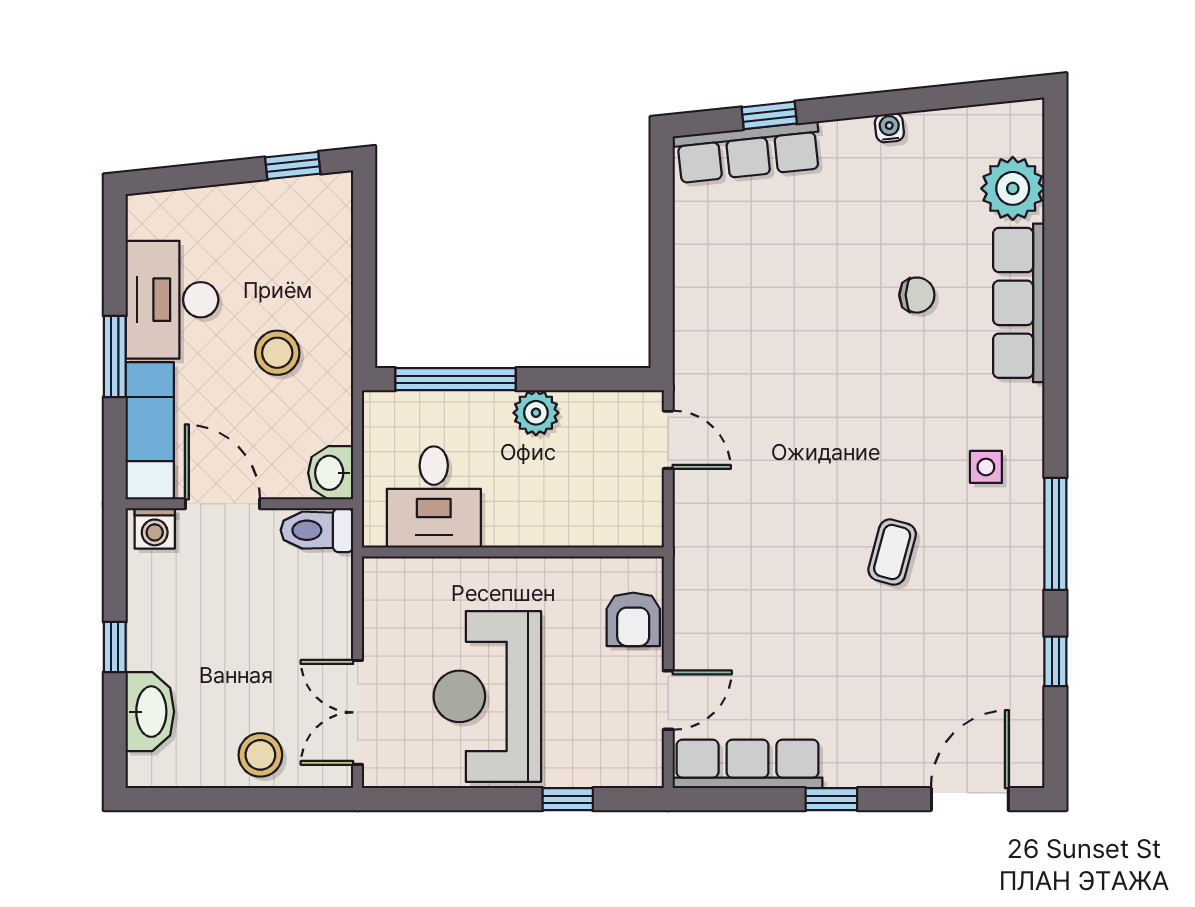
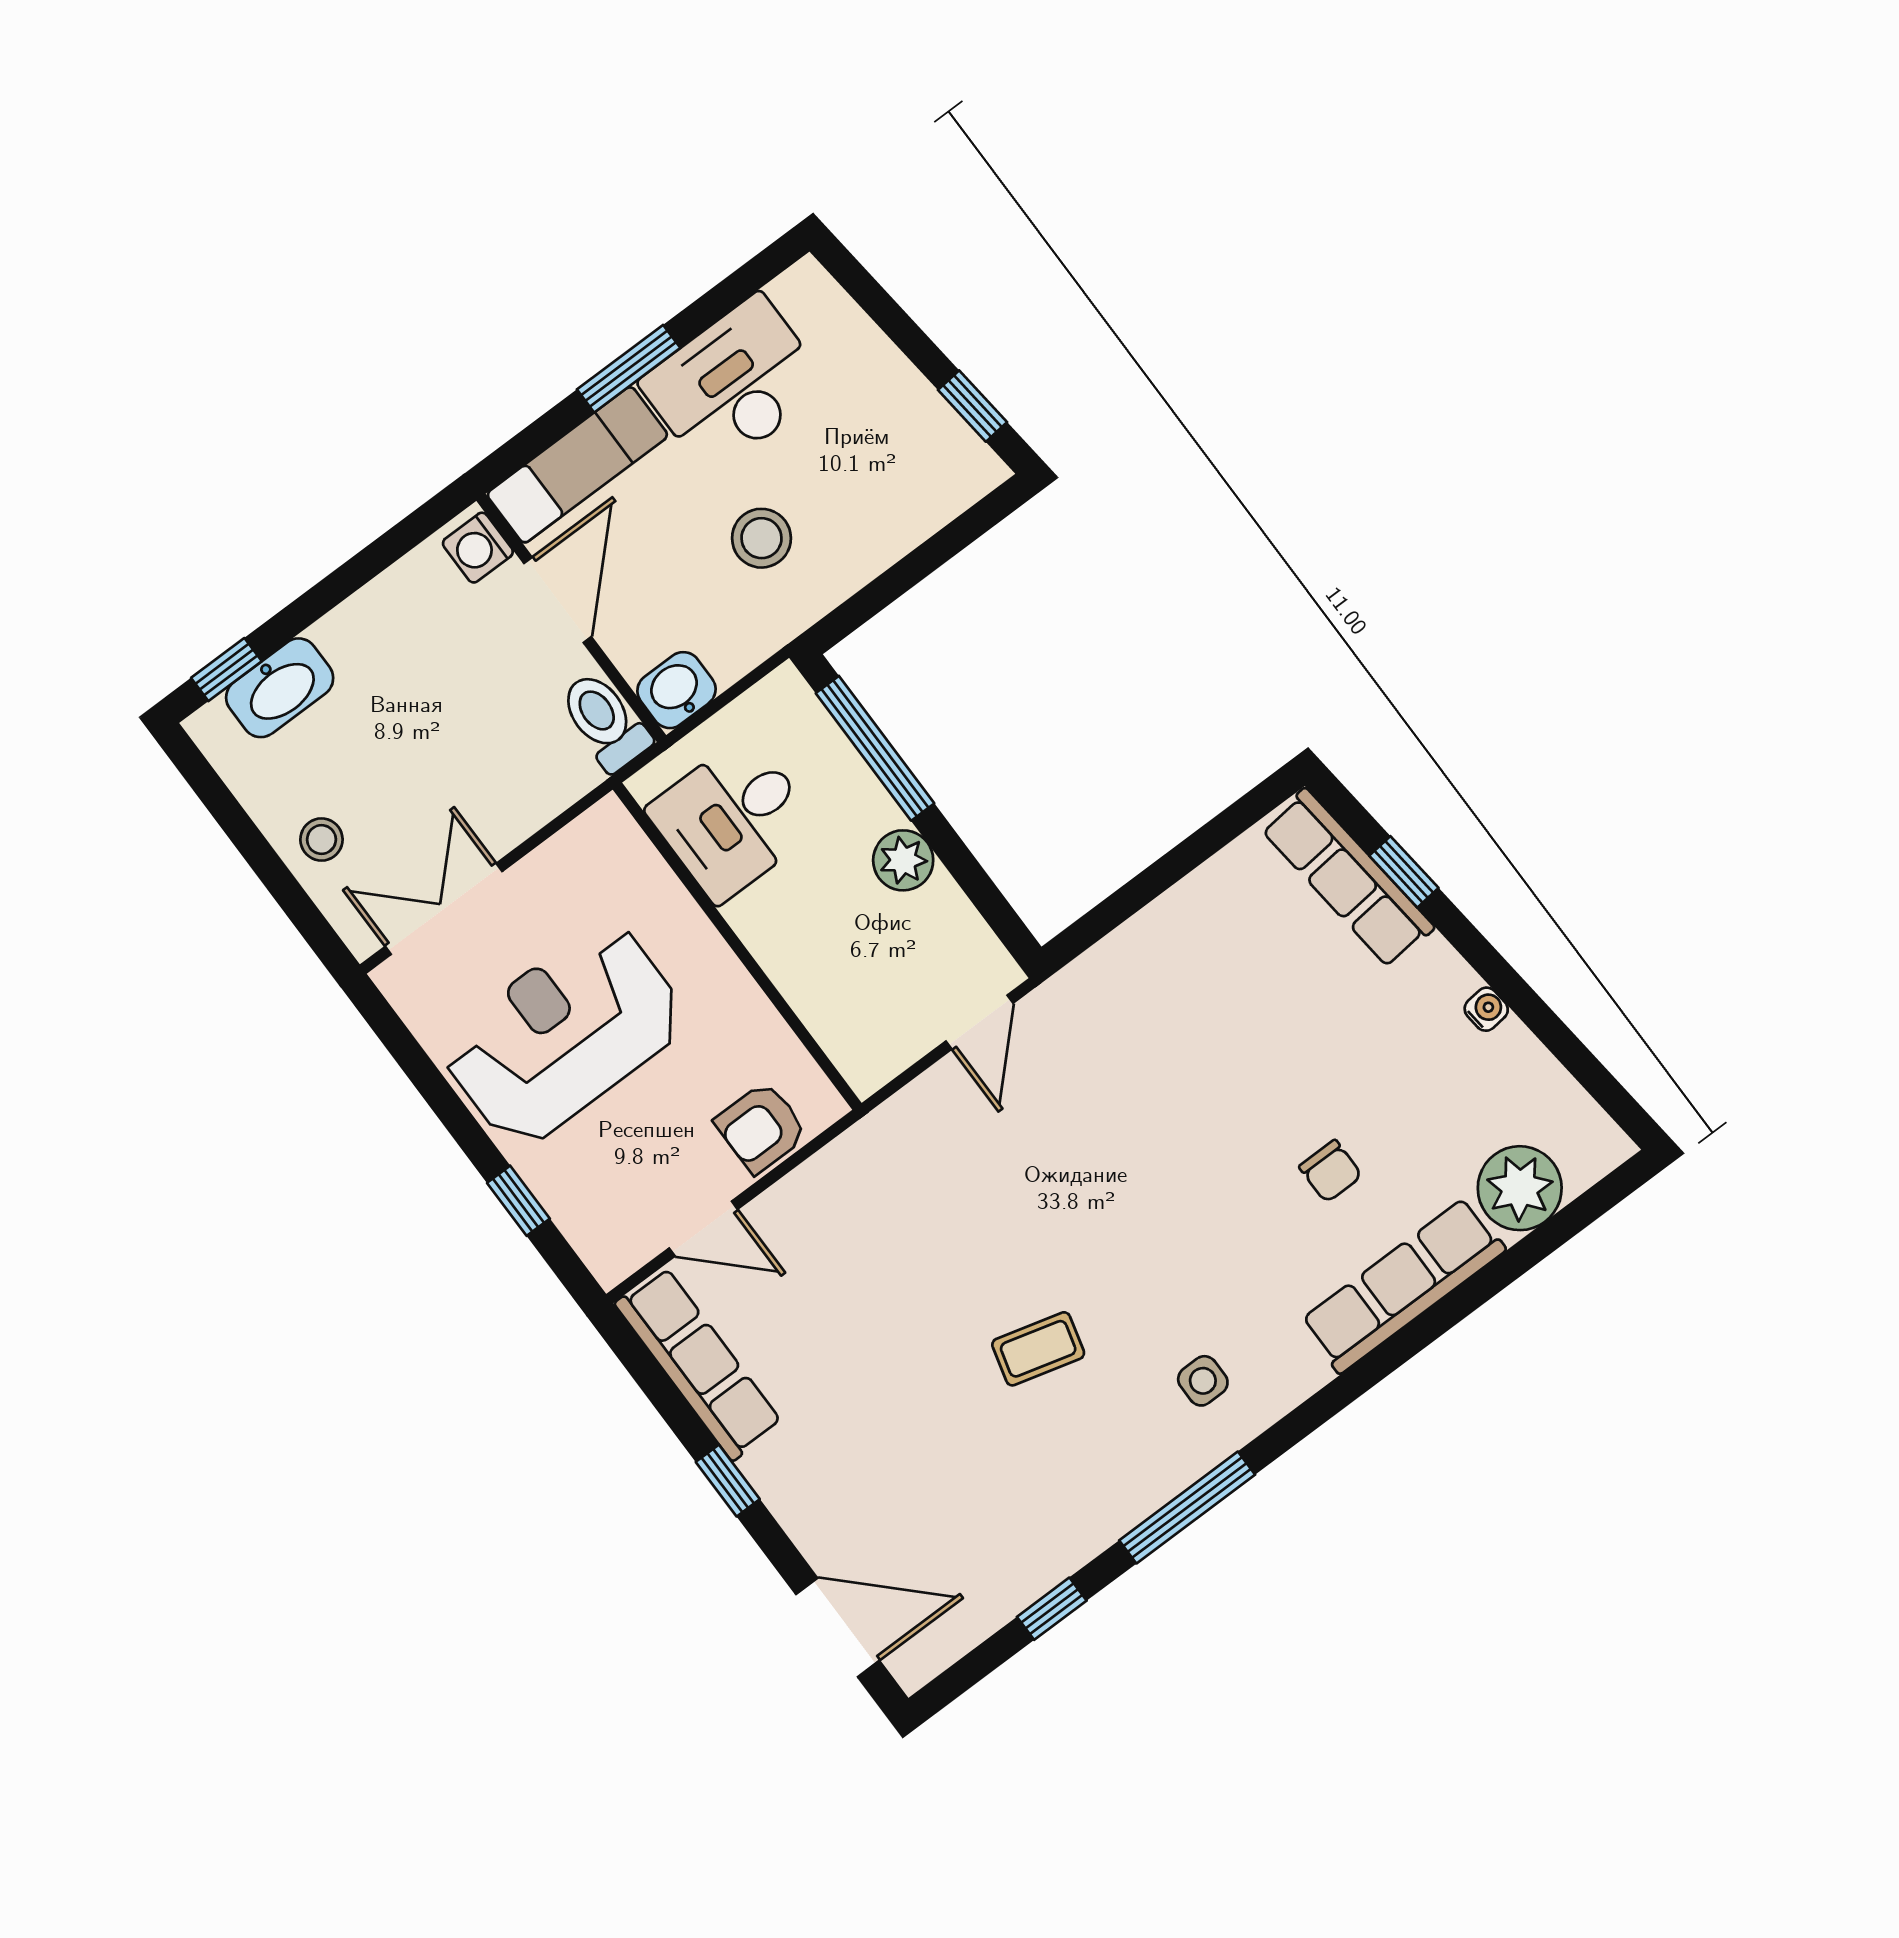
window: (115, 647) -> (226, 670), moved
stool: (260, 755) -> (321, 839), width x0.73, depth x0.73

